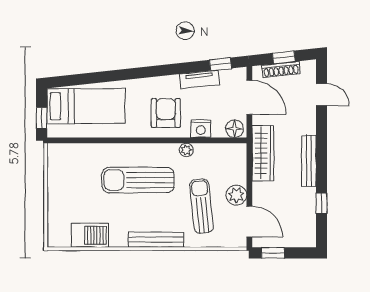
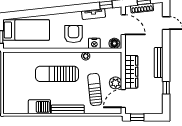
wardrobe: (263, 153) -> (131, 72), moved
door: (249, 221) -> (123, 99), swing flipped
barbecue: (90, 235) -> (39, 107), moved

